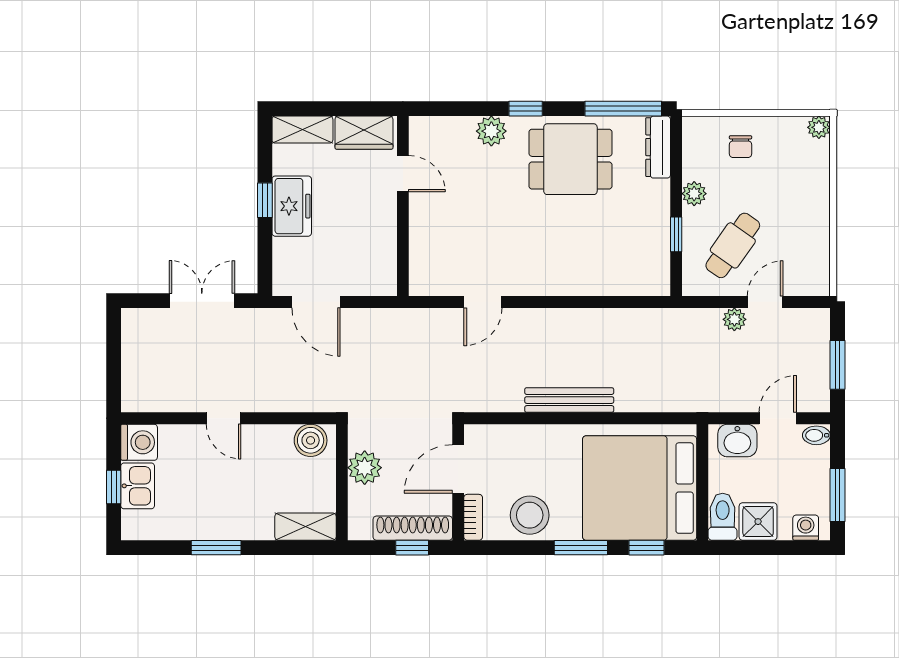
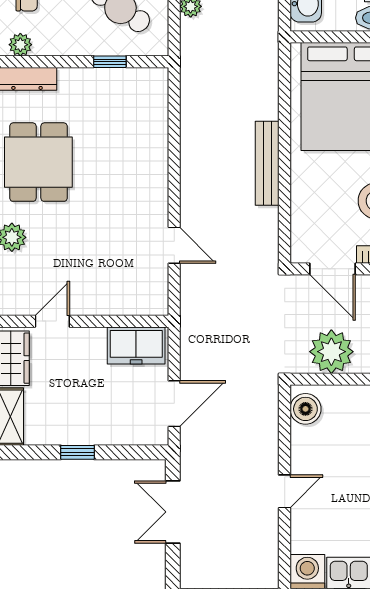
plant: (694, 194) -> (20, 45), moved
freezer: (292, 206) -> (136, 345), moved, turned 180
plant: (365, 468) -> (331, 352), width x1.36, depth x1.36

